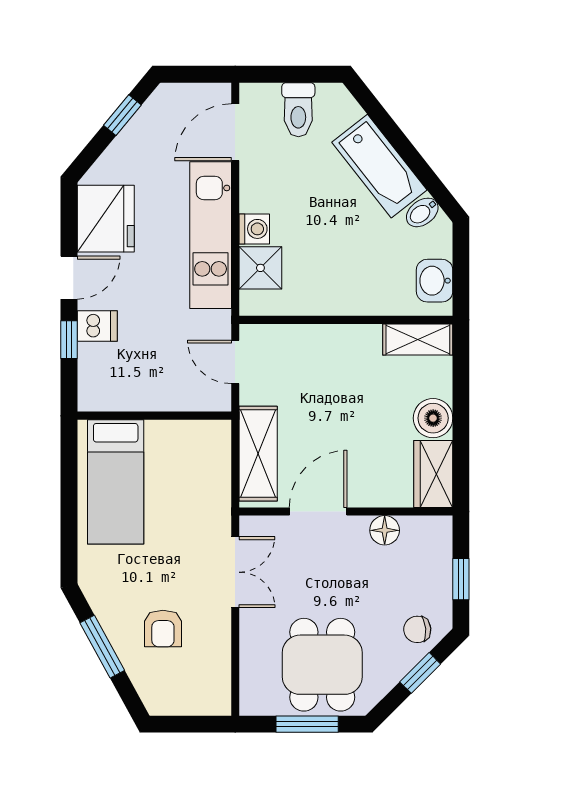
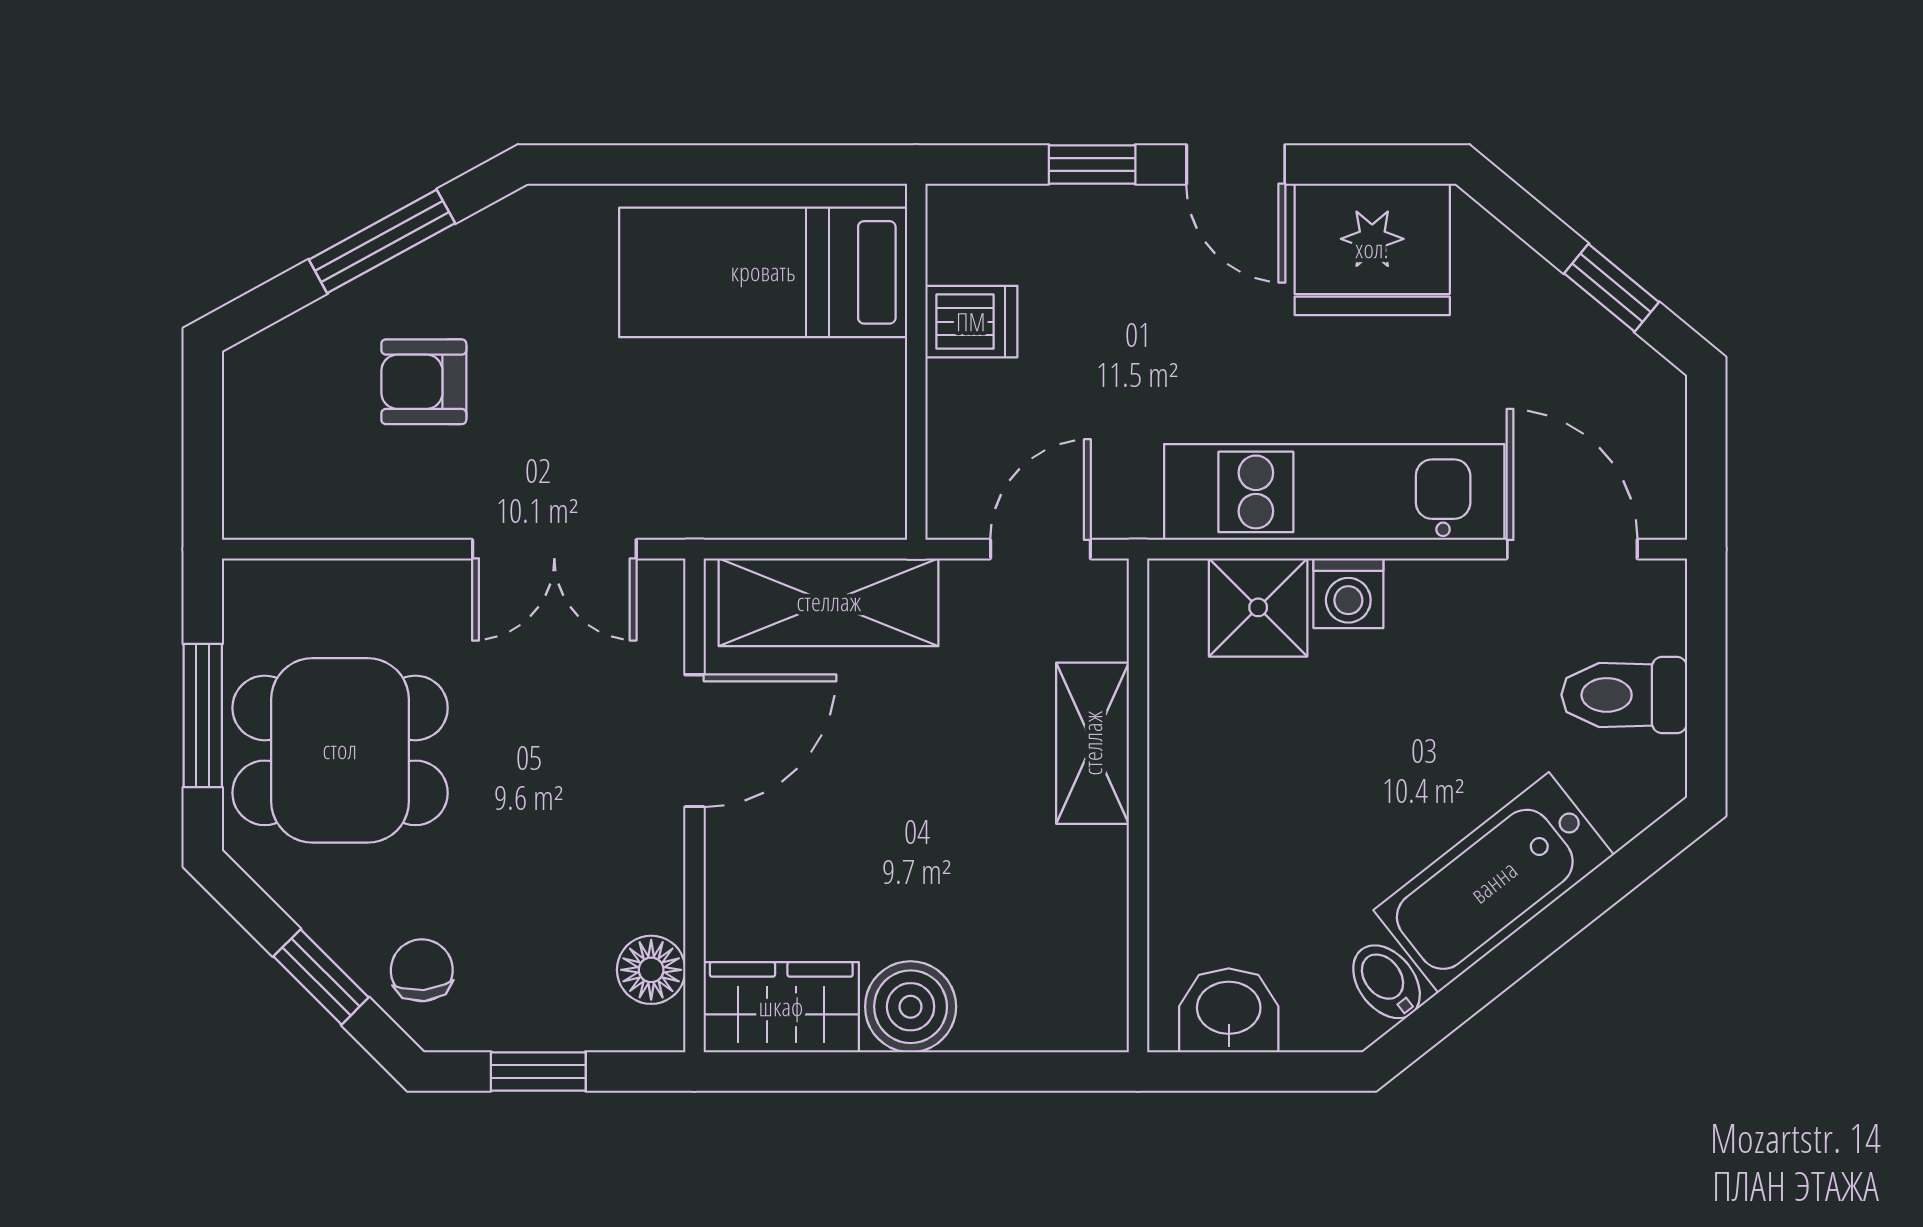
dishwasher: (97, 326) -> (971, 322), moved, turned -90
shelving: (418, 339) -> (1093, 743), moved
door: (318, 512) -> (694, 741), hinge flipped
floor lamp: (385, 530) -> (651, 970), moved

